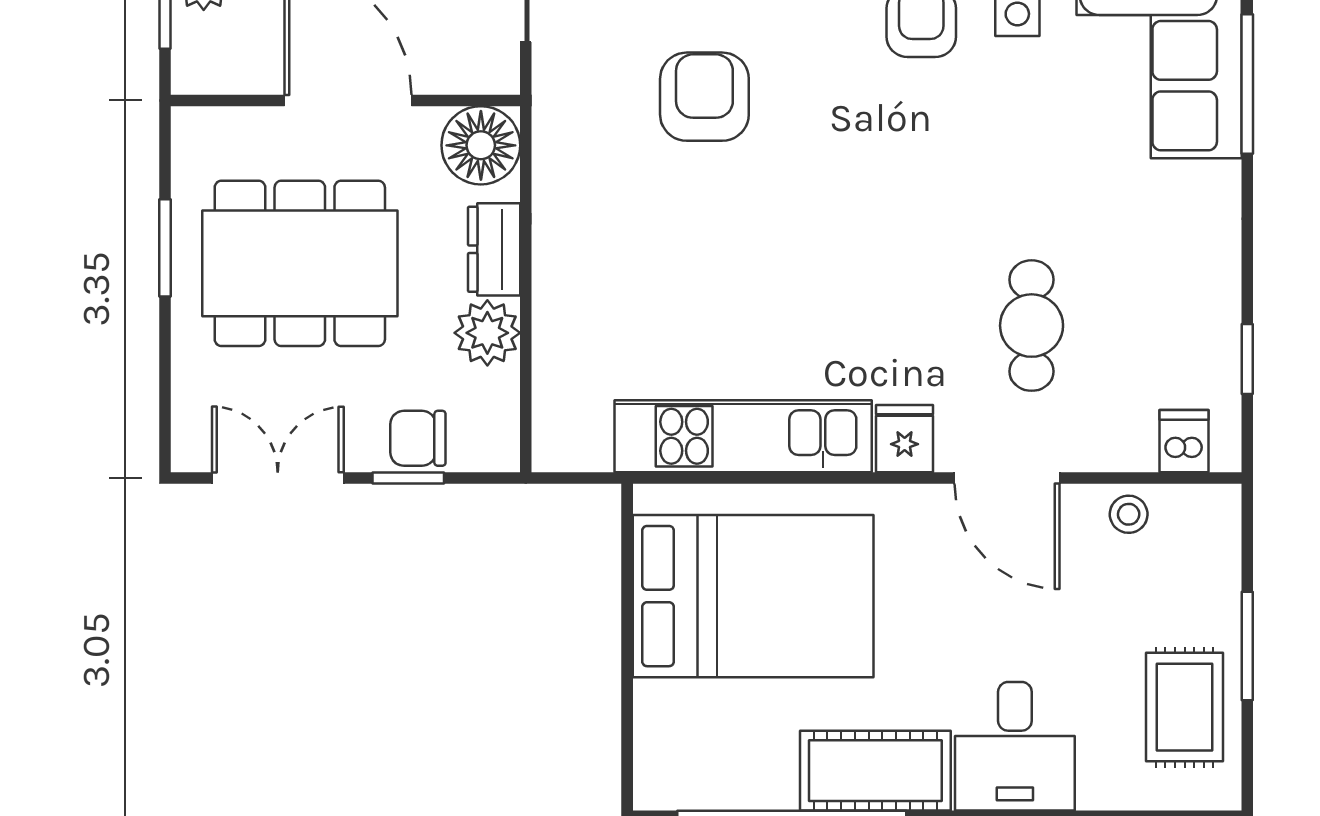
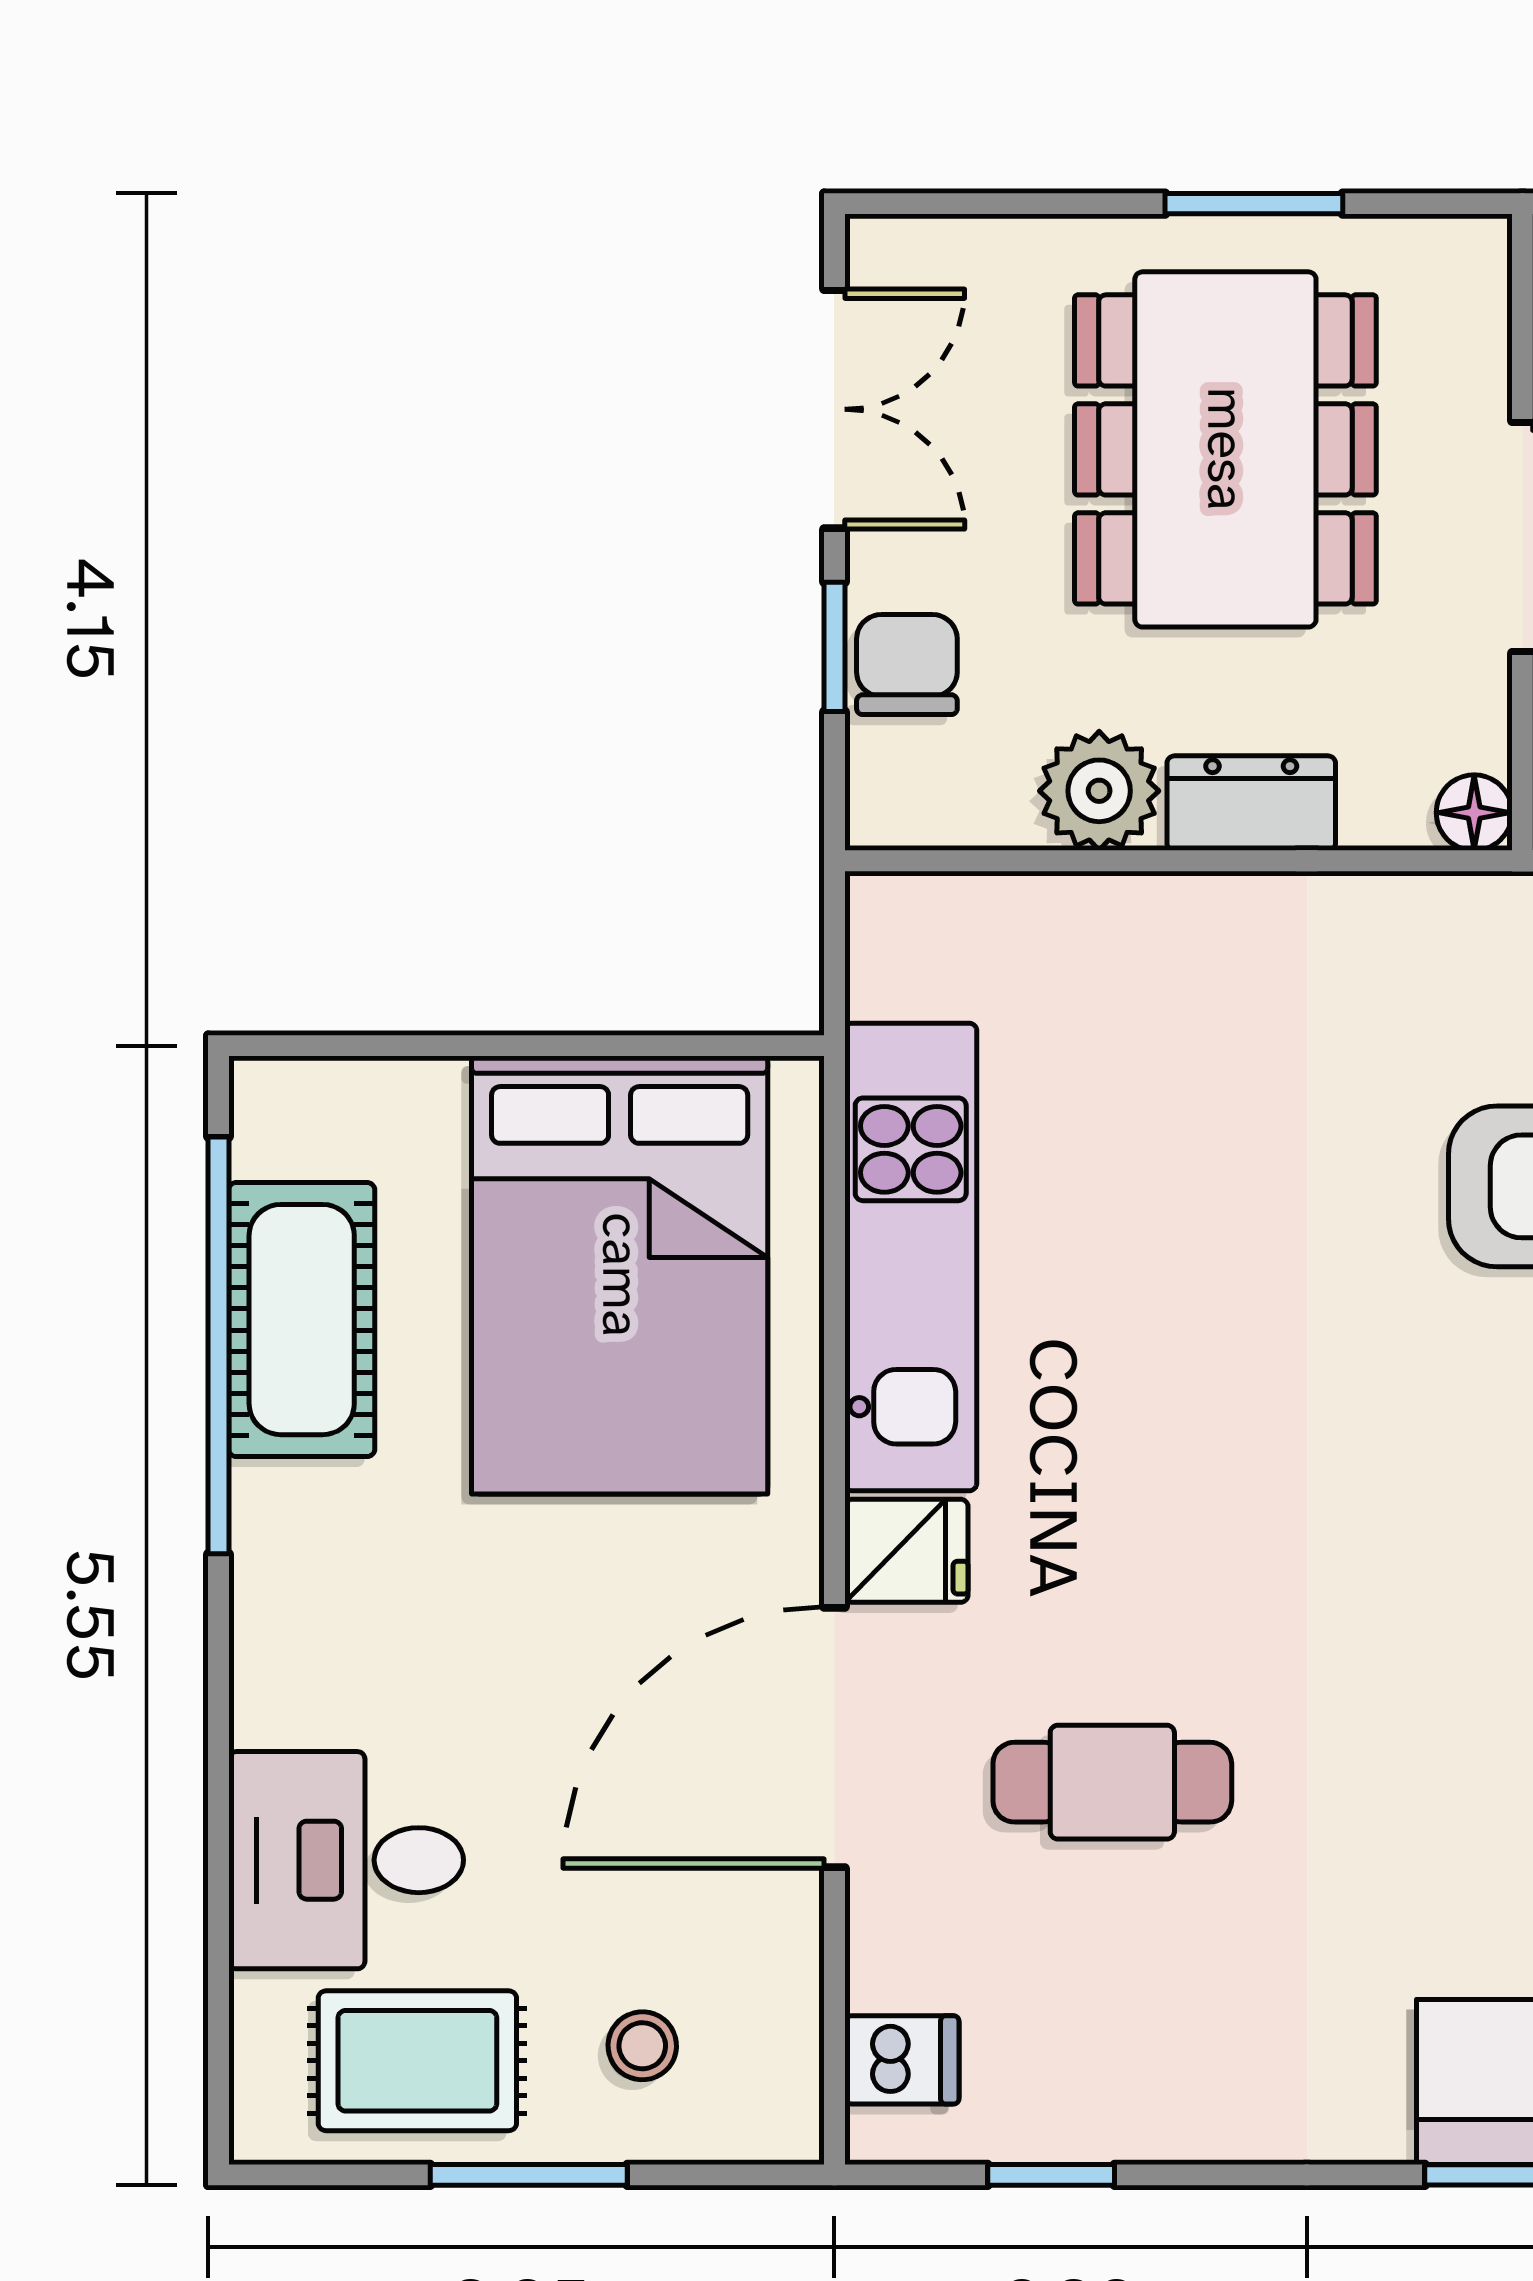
floor lamp: (481, 145) -> (1474, 813), width x0.53, depth x0.53
door: (1007, 478) -> (834, 1738), width x1.36
stool: (1129, 514) -> (642, 2046), moved
desk: (1015, 746) -> (346, 1860), moved
cot: (875, 771) -> (302, 1320), moved

